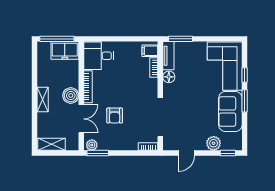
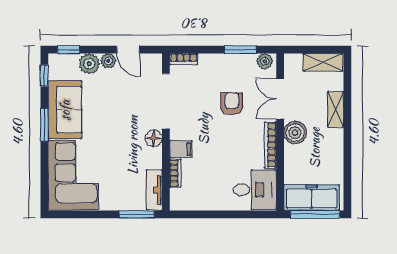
freezer: (65, 50) -> (312, 198), width x1.40
filing cabinet: (150, 51) -> (181, 149), moved
window: (245, 75) -> (44, 76), moved
floor lamp: (169, 77) -> (154, 138), moved
shelving: (43, 99) -> (336, 110), moved
plant: (200, 145) -> (108, 61), added
window: (98, 153) -> (240, 50), moved
door: (186, 153) -> (128, 50), swing flipped

